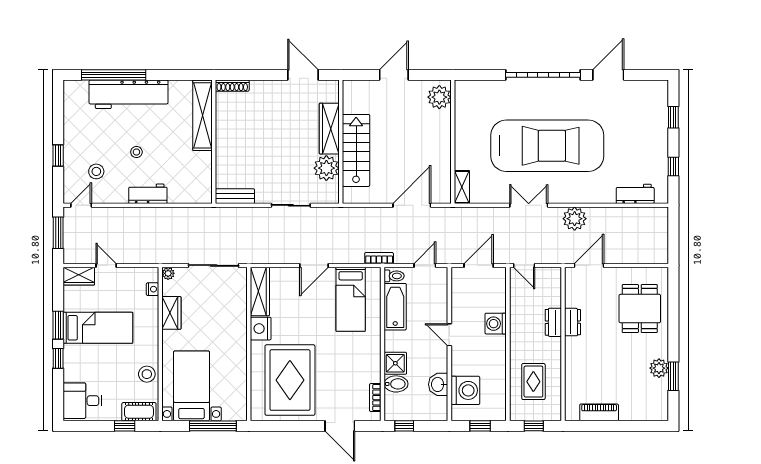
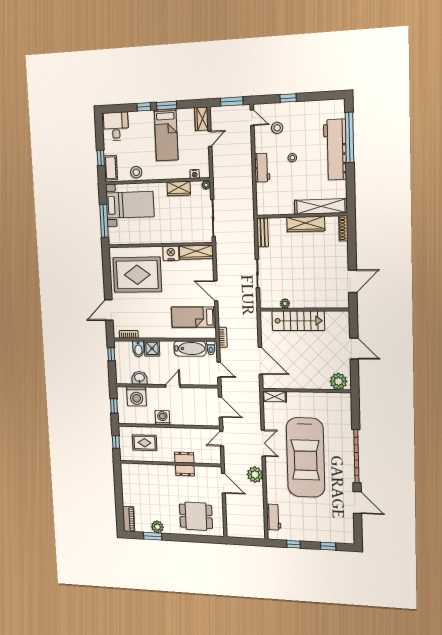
wardrobe: (329, 129) -> (306, 224), moved, turned 180
plant: (326, 168) -> (285, 304), width x0.53, depth x0.53
washing machine: (496, 324) -> (162, 418), moved
piano: (599, 412) -> (129, 519), moved

